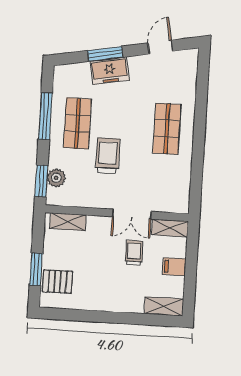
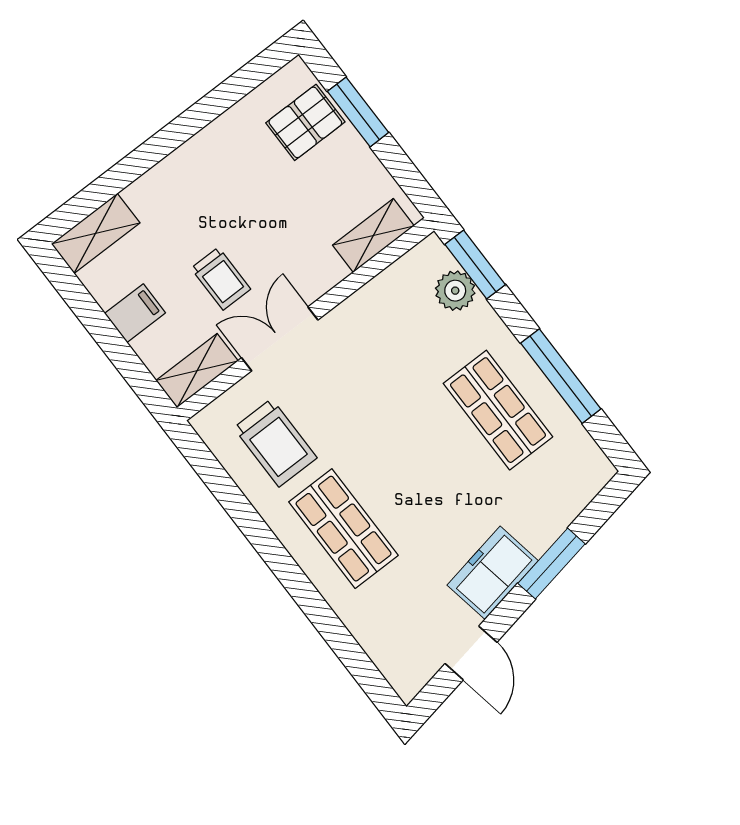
freezer: (110, 71) -> (493, 573), moved
trolley: (108, 156) -> (275, 443), moved

